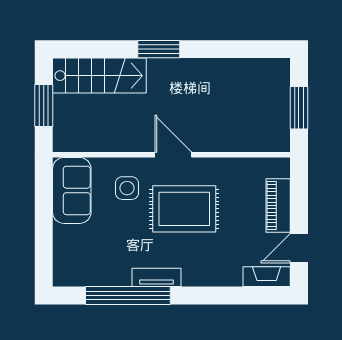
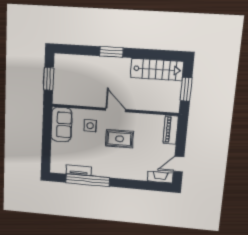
stairs: (99, 76) -> (157, 69), moved
piano: (278, 206) -> (171, 130), moved
rug: (184, 209) -> (119, 139), width x0.73, depth x0.70
tv unit: (156, 277) -> (79, 170), moved

